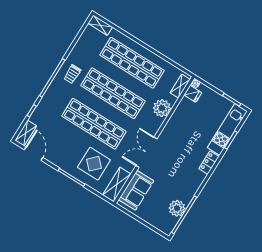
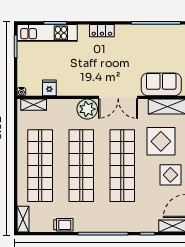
trolley: (72, 74) -> (63, 225), moved
fridge: (193, 94) -> (49, 88), moved
plant: (162, 108) -> (87, 109), moved
display table: (65, 155) -> (170, 175), added
locker: (209, 163) -> (102, 31), moved
plant: (177, 208) -> (154, 34), removed

